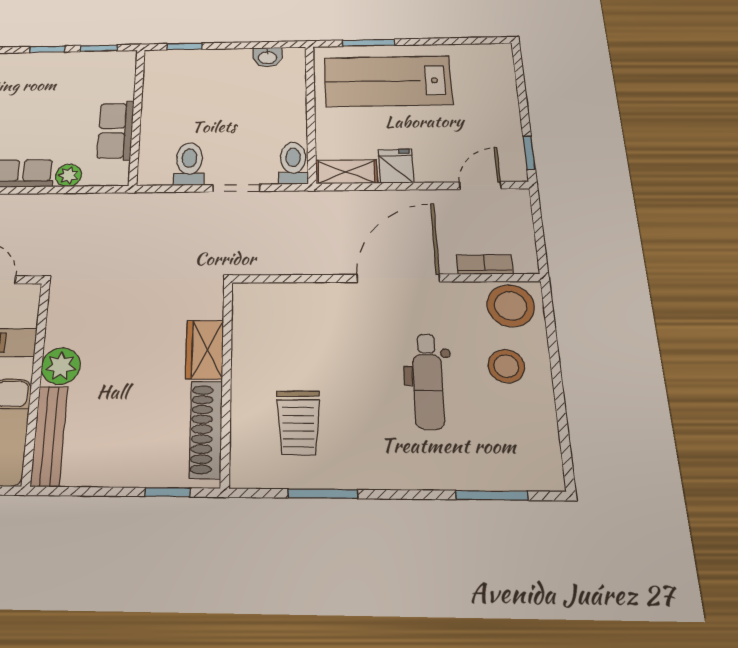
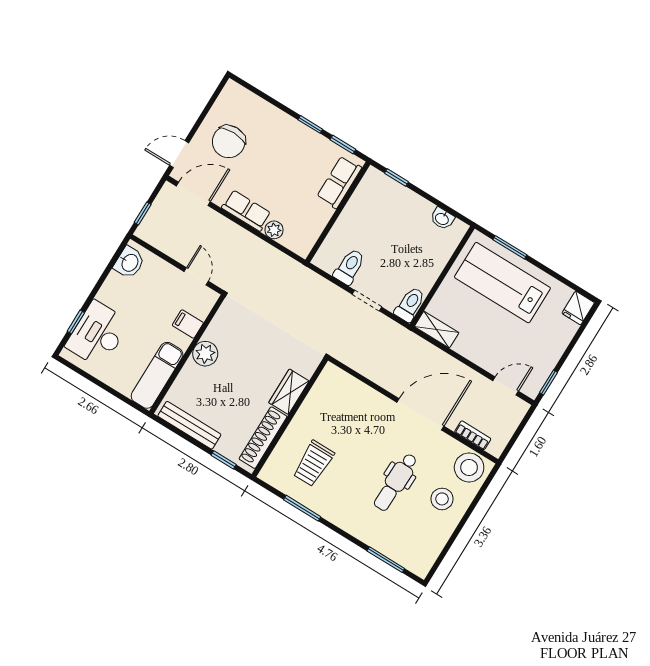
row of seats: (116, 131) -> (339, 182), moved
fridge: (396, 166) -> (578, 308), moved, turned 180
bench: (49, 436) -> (189, 425), moved, turned 90

